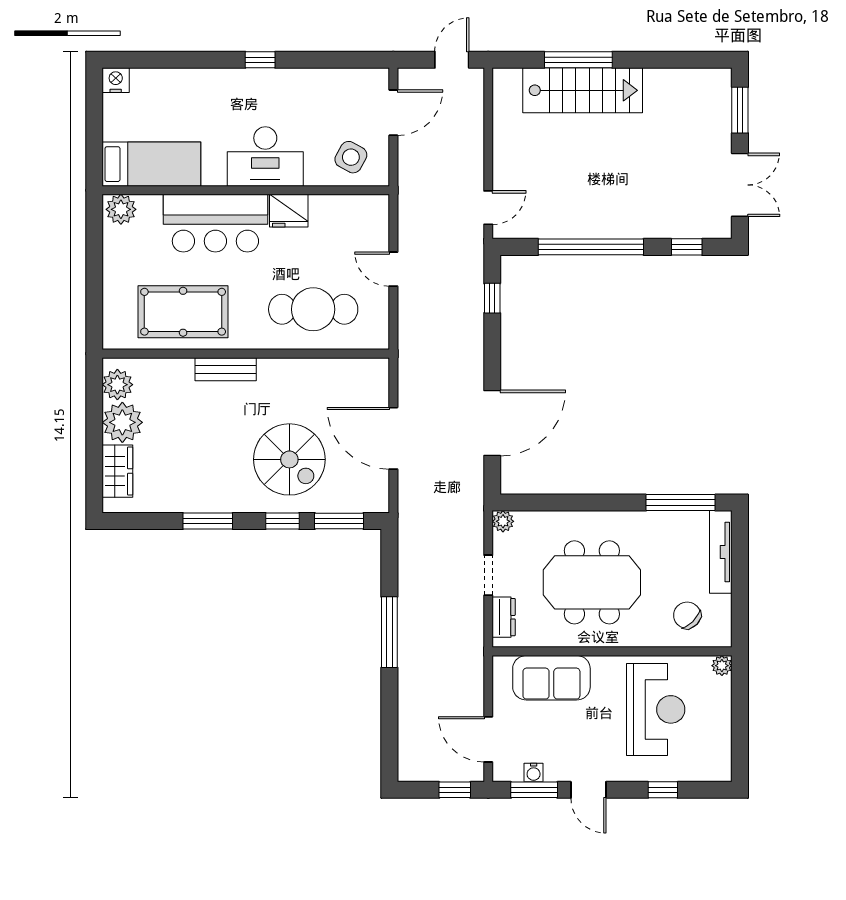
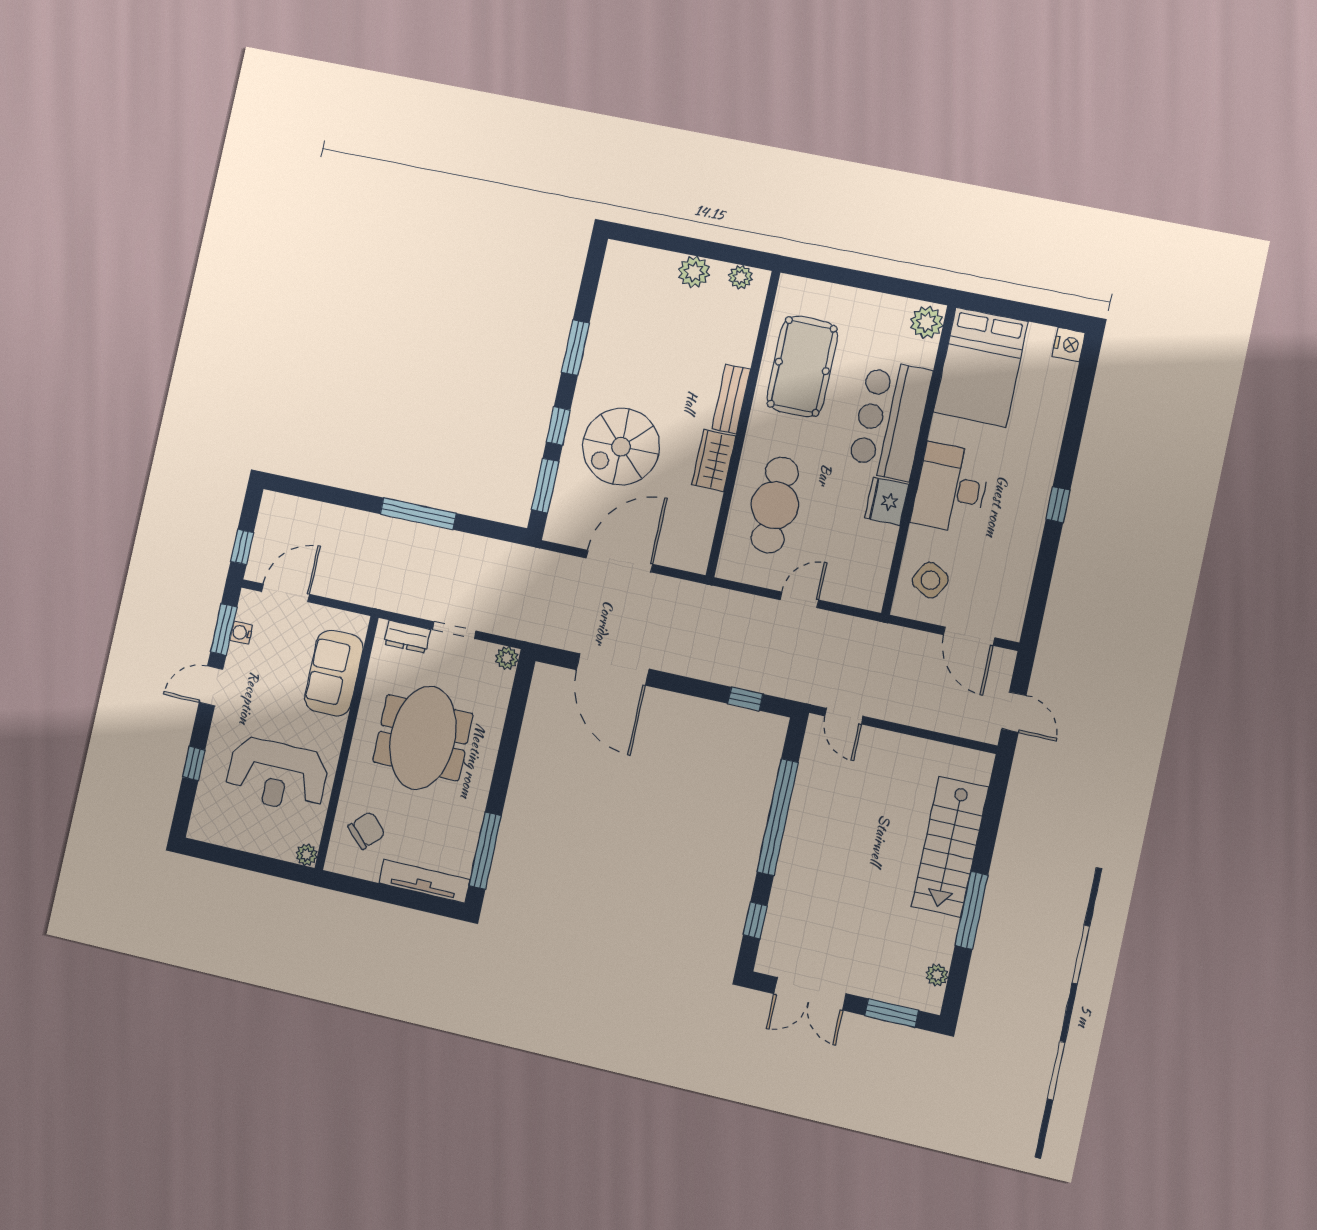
window: (578, 60) -> (972, 910), moved
plant: (698, 78) -> (937, 975), added
bed: (151, 164) -> (981, 367), width x1.50
plant: (117, 385) -> (741, 277), width x0.73, depth x0.73
plant: (122, 422) -> (694, 272), width x0.73, depth x0.73
wardrobe: (117, 471) -> (714, 461), moved, turned 90

